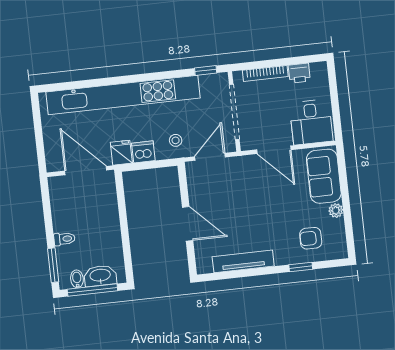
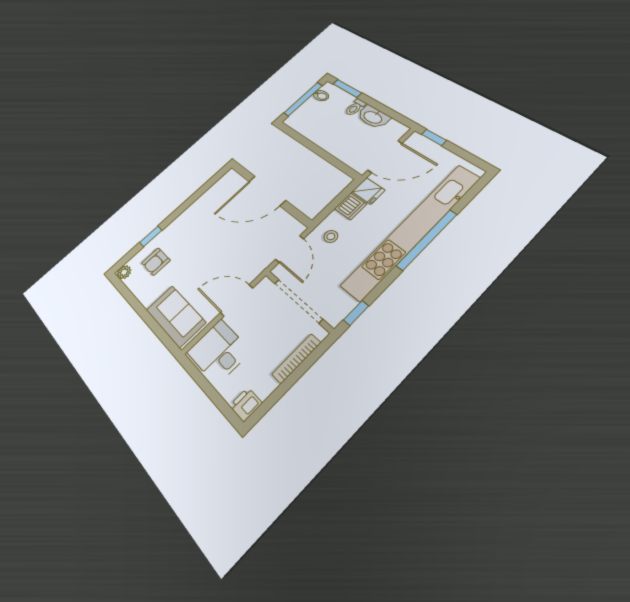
printer: (299, 73) -> (246, 404), moved
window: (120, 80) -> (427, 240), added
window: (41, 154) -> (434, 137), added
plant: (336, 210) -> (124, 272), moved
door: (188, 224) -> (267, 191), width x1.36
armchair: (311, 238) -> (156, 262), turned 180
tv unit: (243, 261) -> (201, 203), removed
washbasin: (100, 276) -> (373, 117), moved, turned 90

